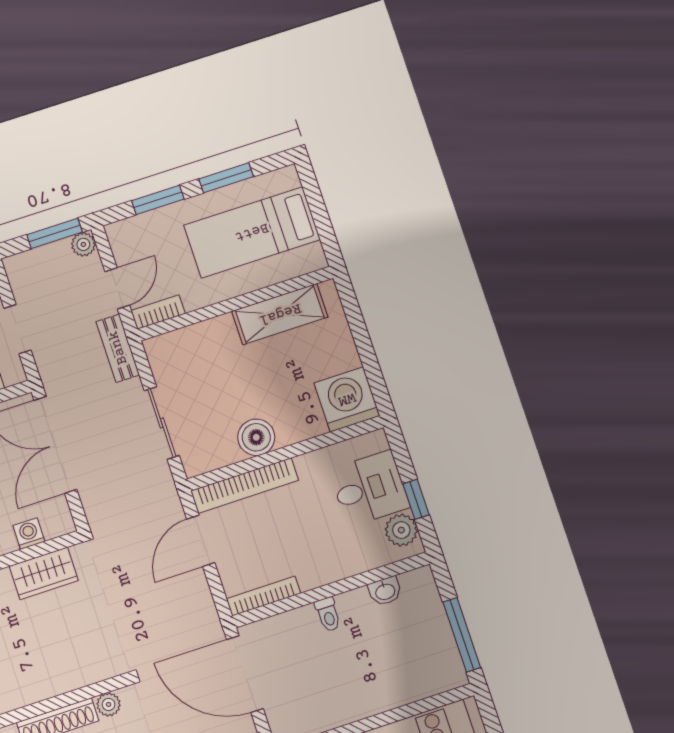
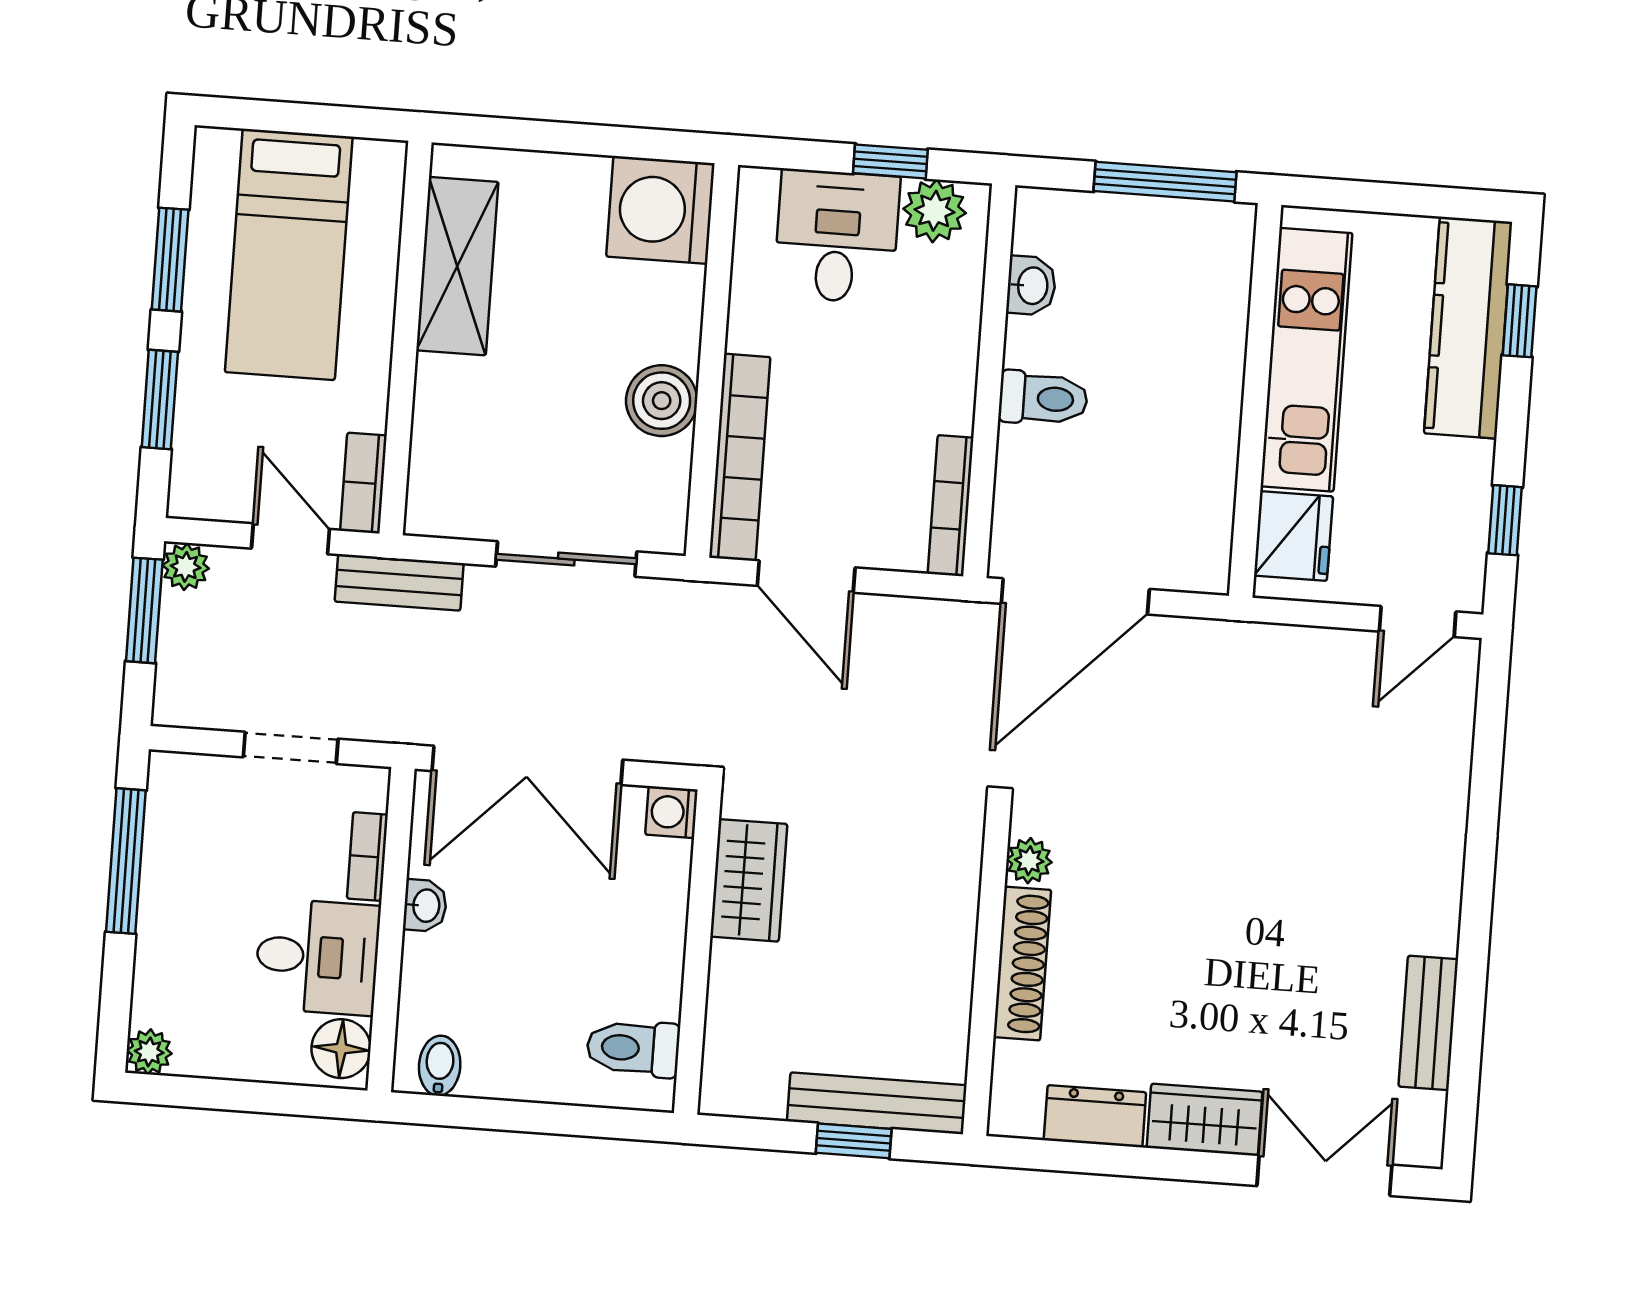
washing machine: (29, 534) -> (672, 812), moved
toilet: (328, 614) -> (1043, 398), width x1.37, depth x1.39

